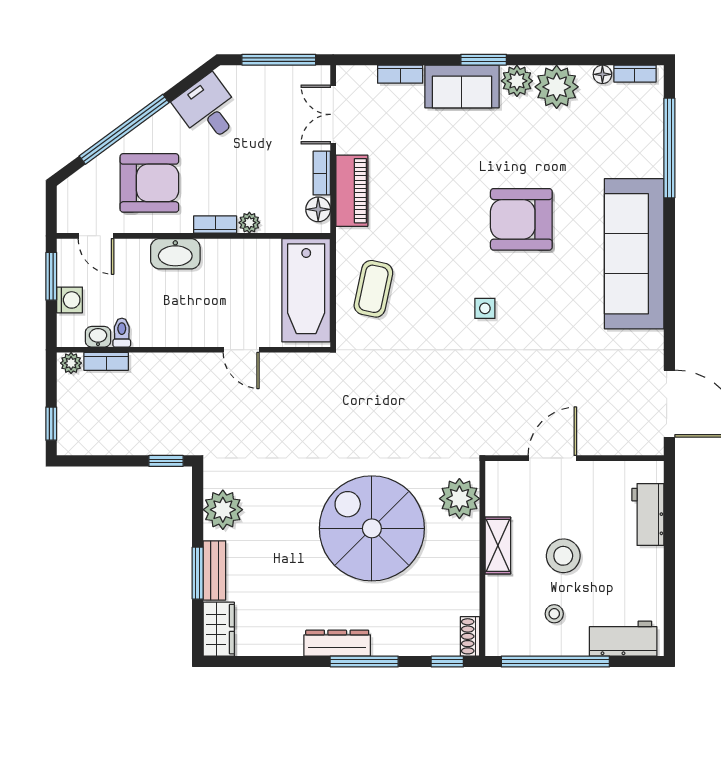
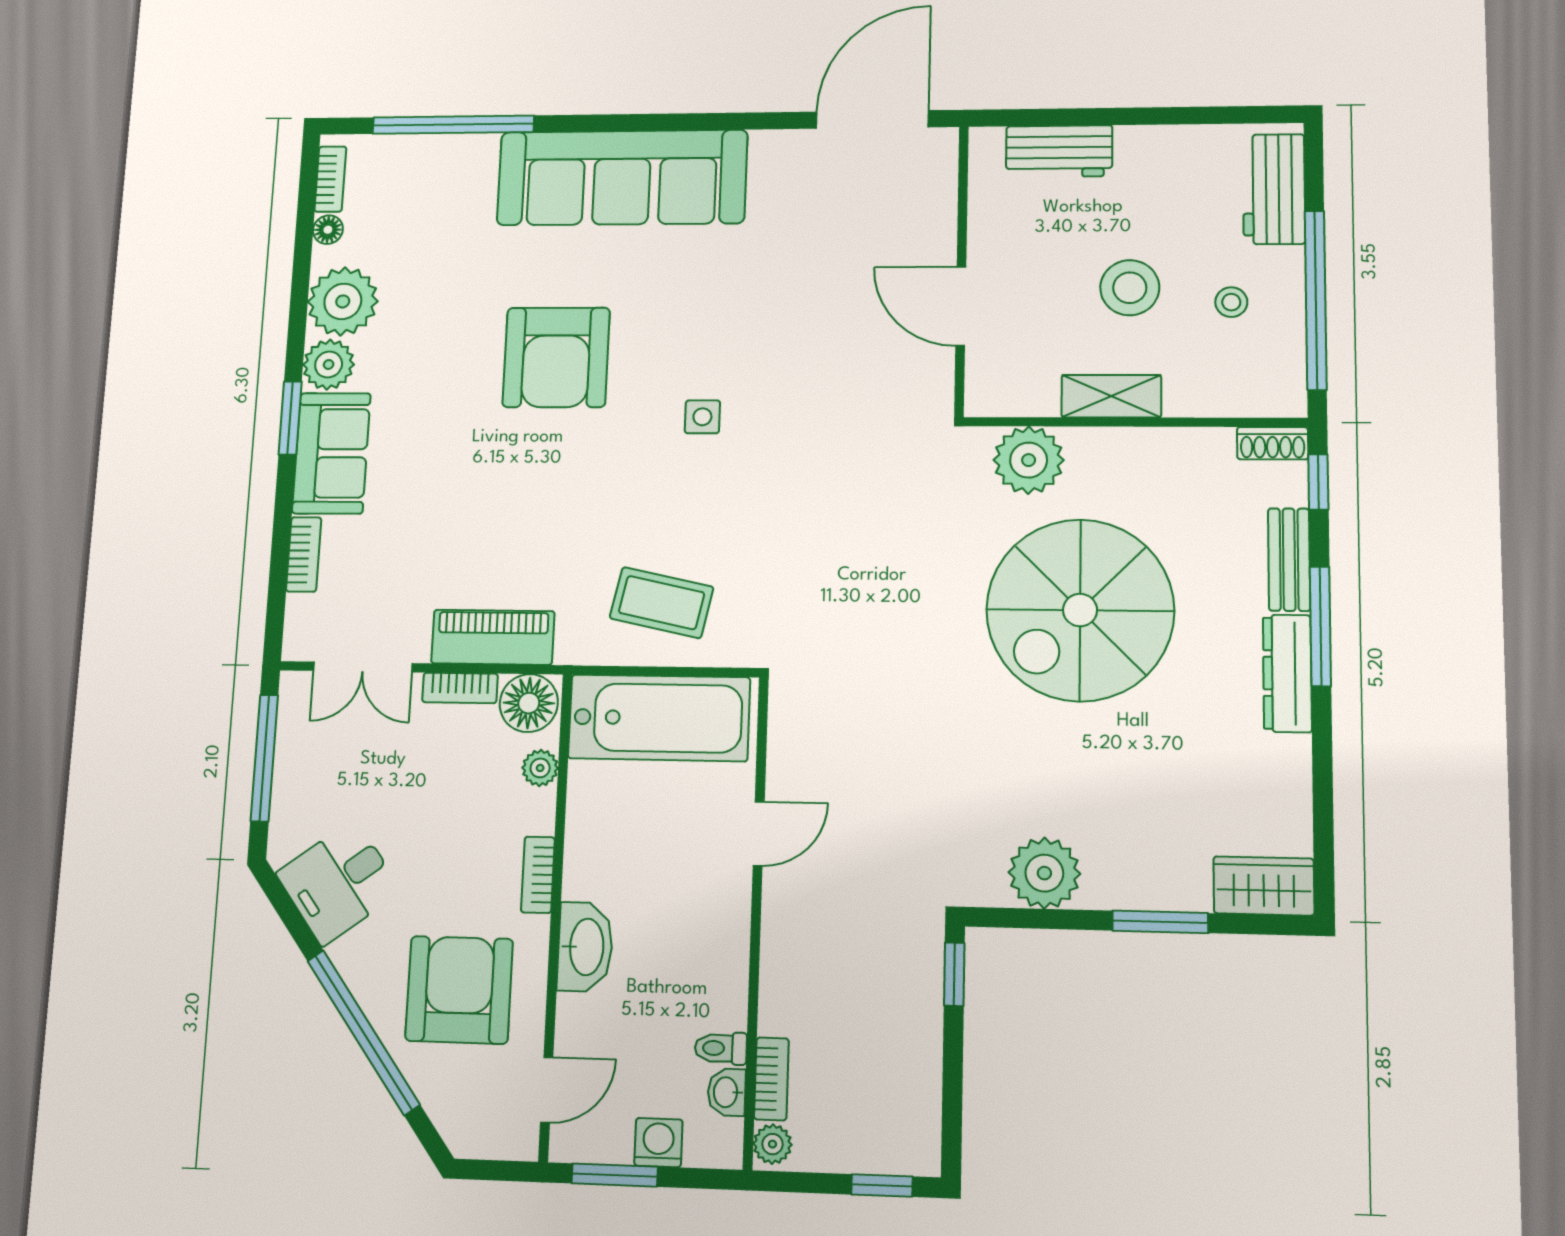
floor lamp: (318, 209) -> (529, 703), width x1.38, depth x1.38
plant: (249, 223) -> (540, 768), moved
bench: (214, 570) -> (1289, 560), moved, turned 90

